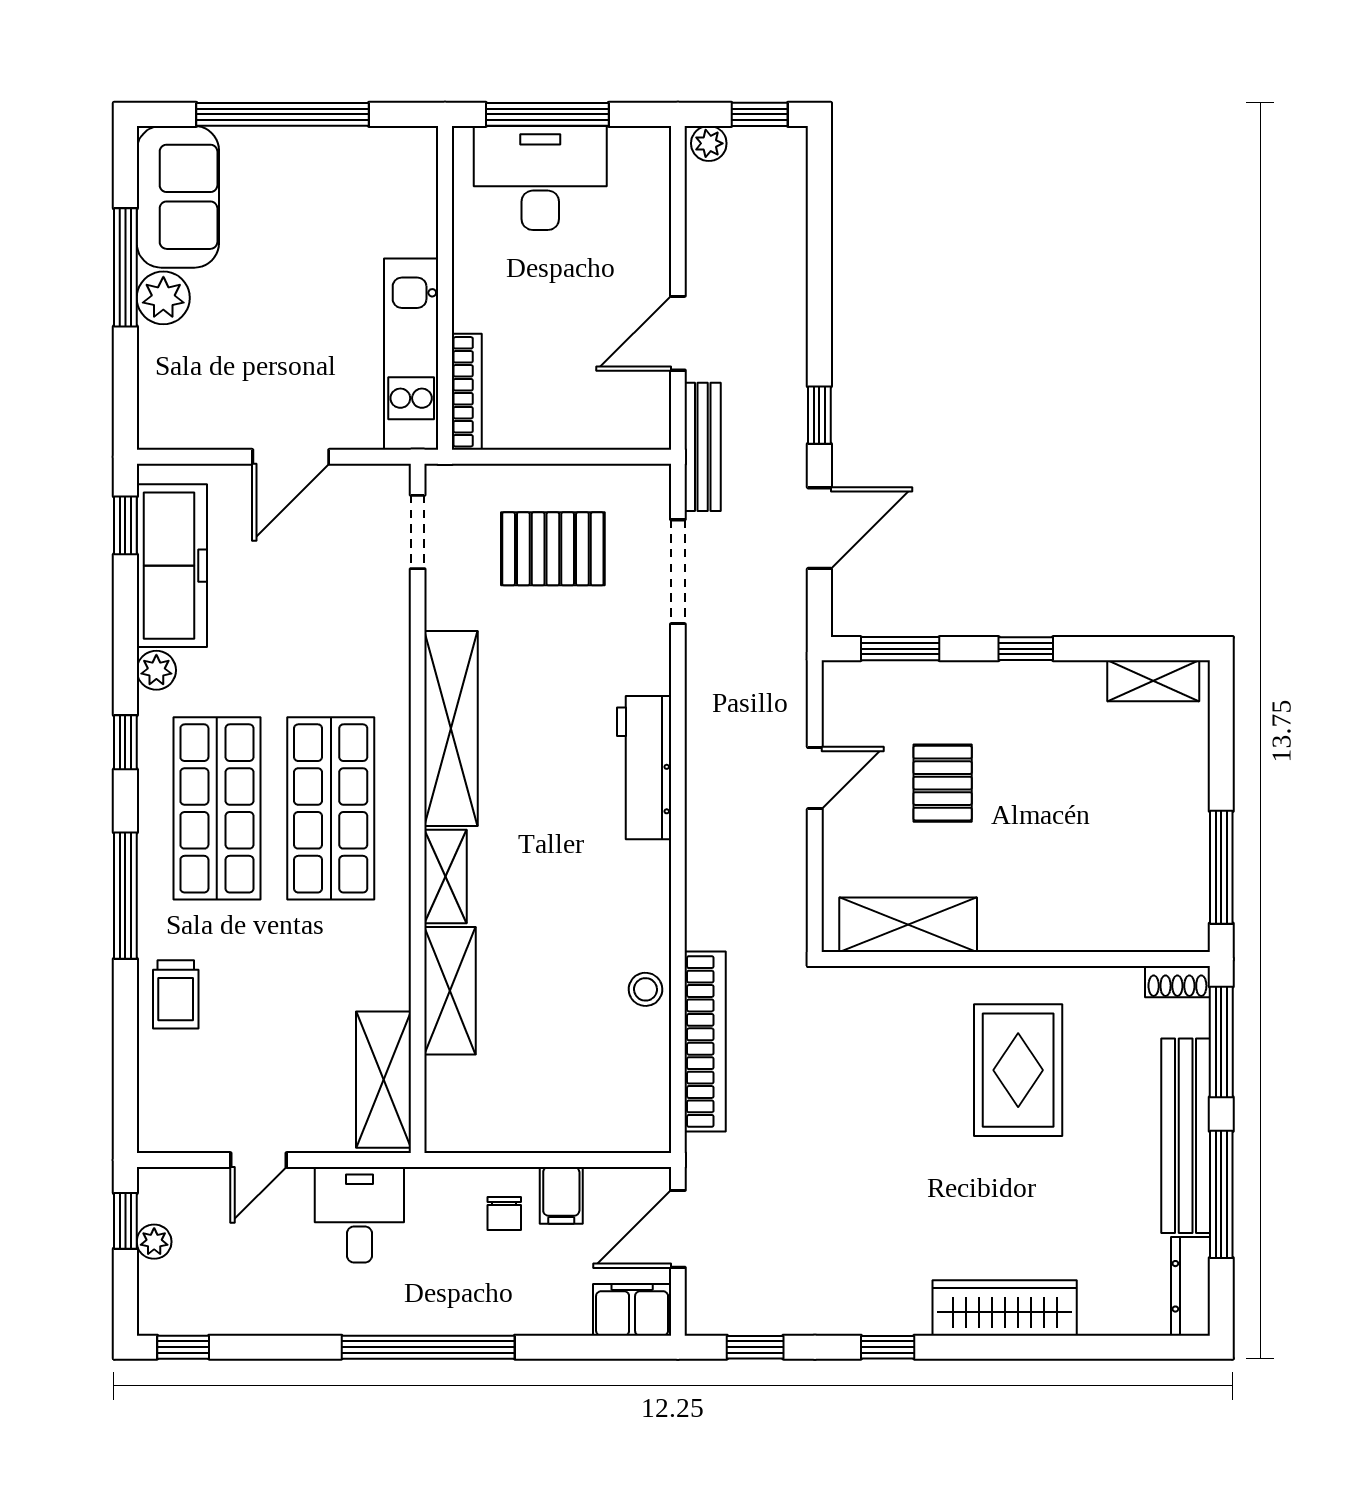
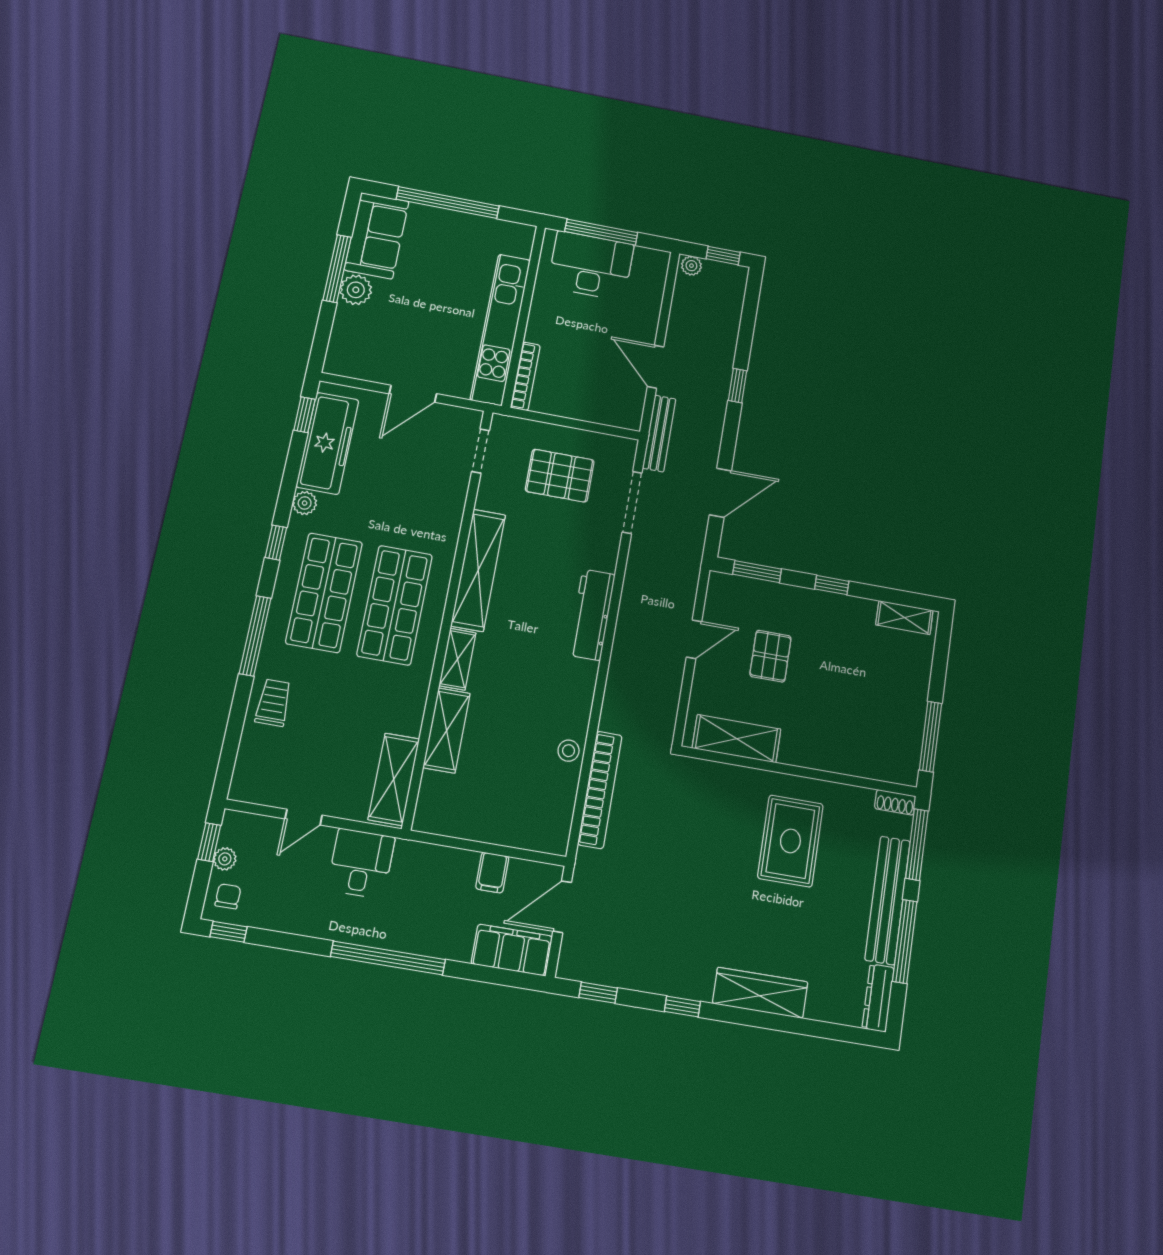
door: (678, 333) -> (656, 367), hinge flipped
kitchen unit: (411, 354) -> (500, 329), width x1.36
window: (819, 415) -> (738, 386), moved
trolley: (176, 994) -> (273, 703), turned 180
chair: (504, 1213) -> (228, 896), moved, turned 180
filing cabinet: (632, 1310) -> (512, 950), width x1.50, depth x1.17

